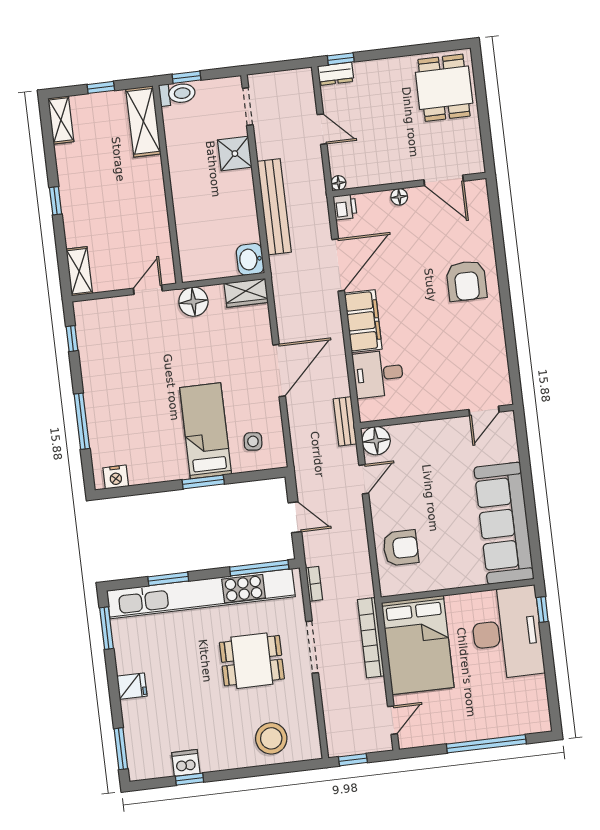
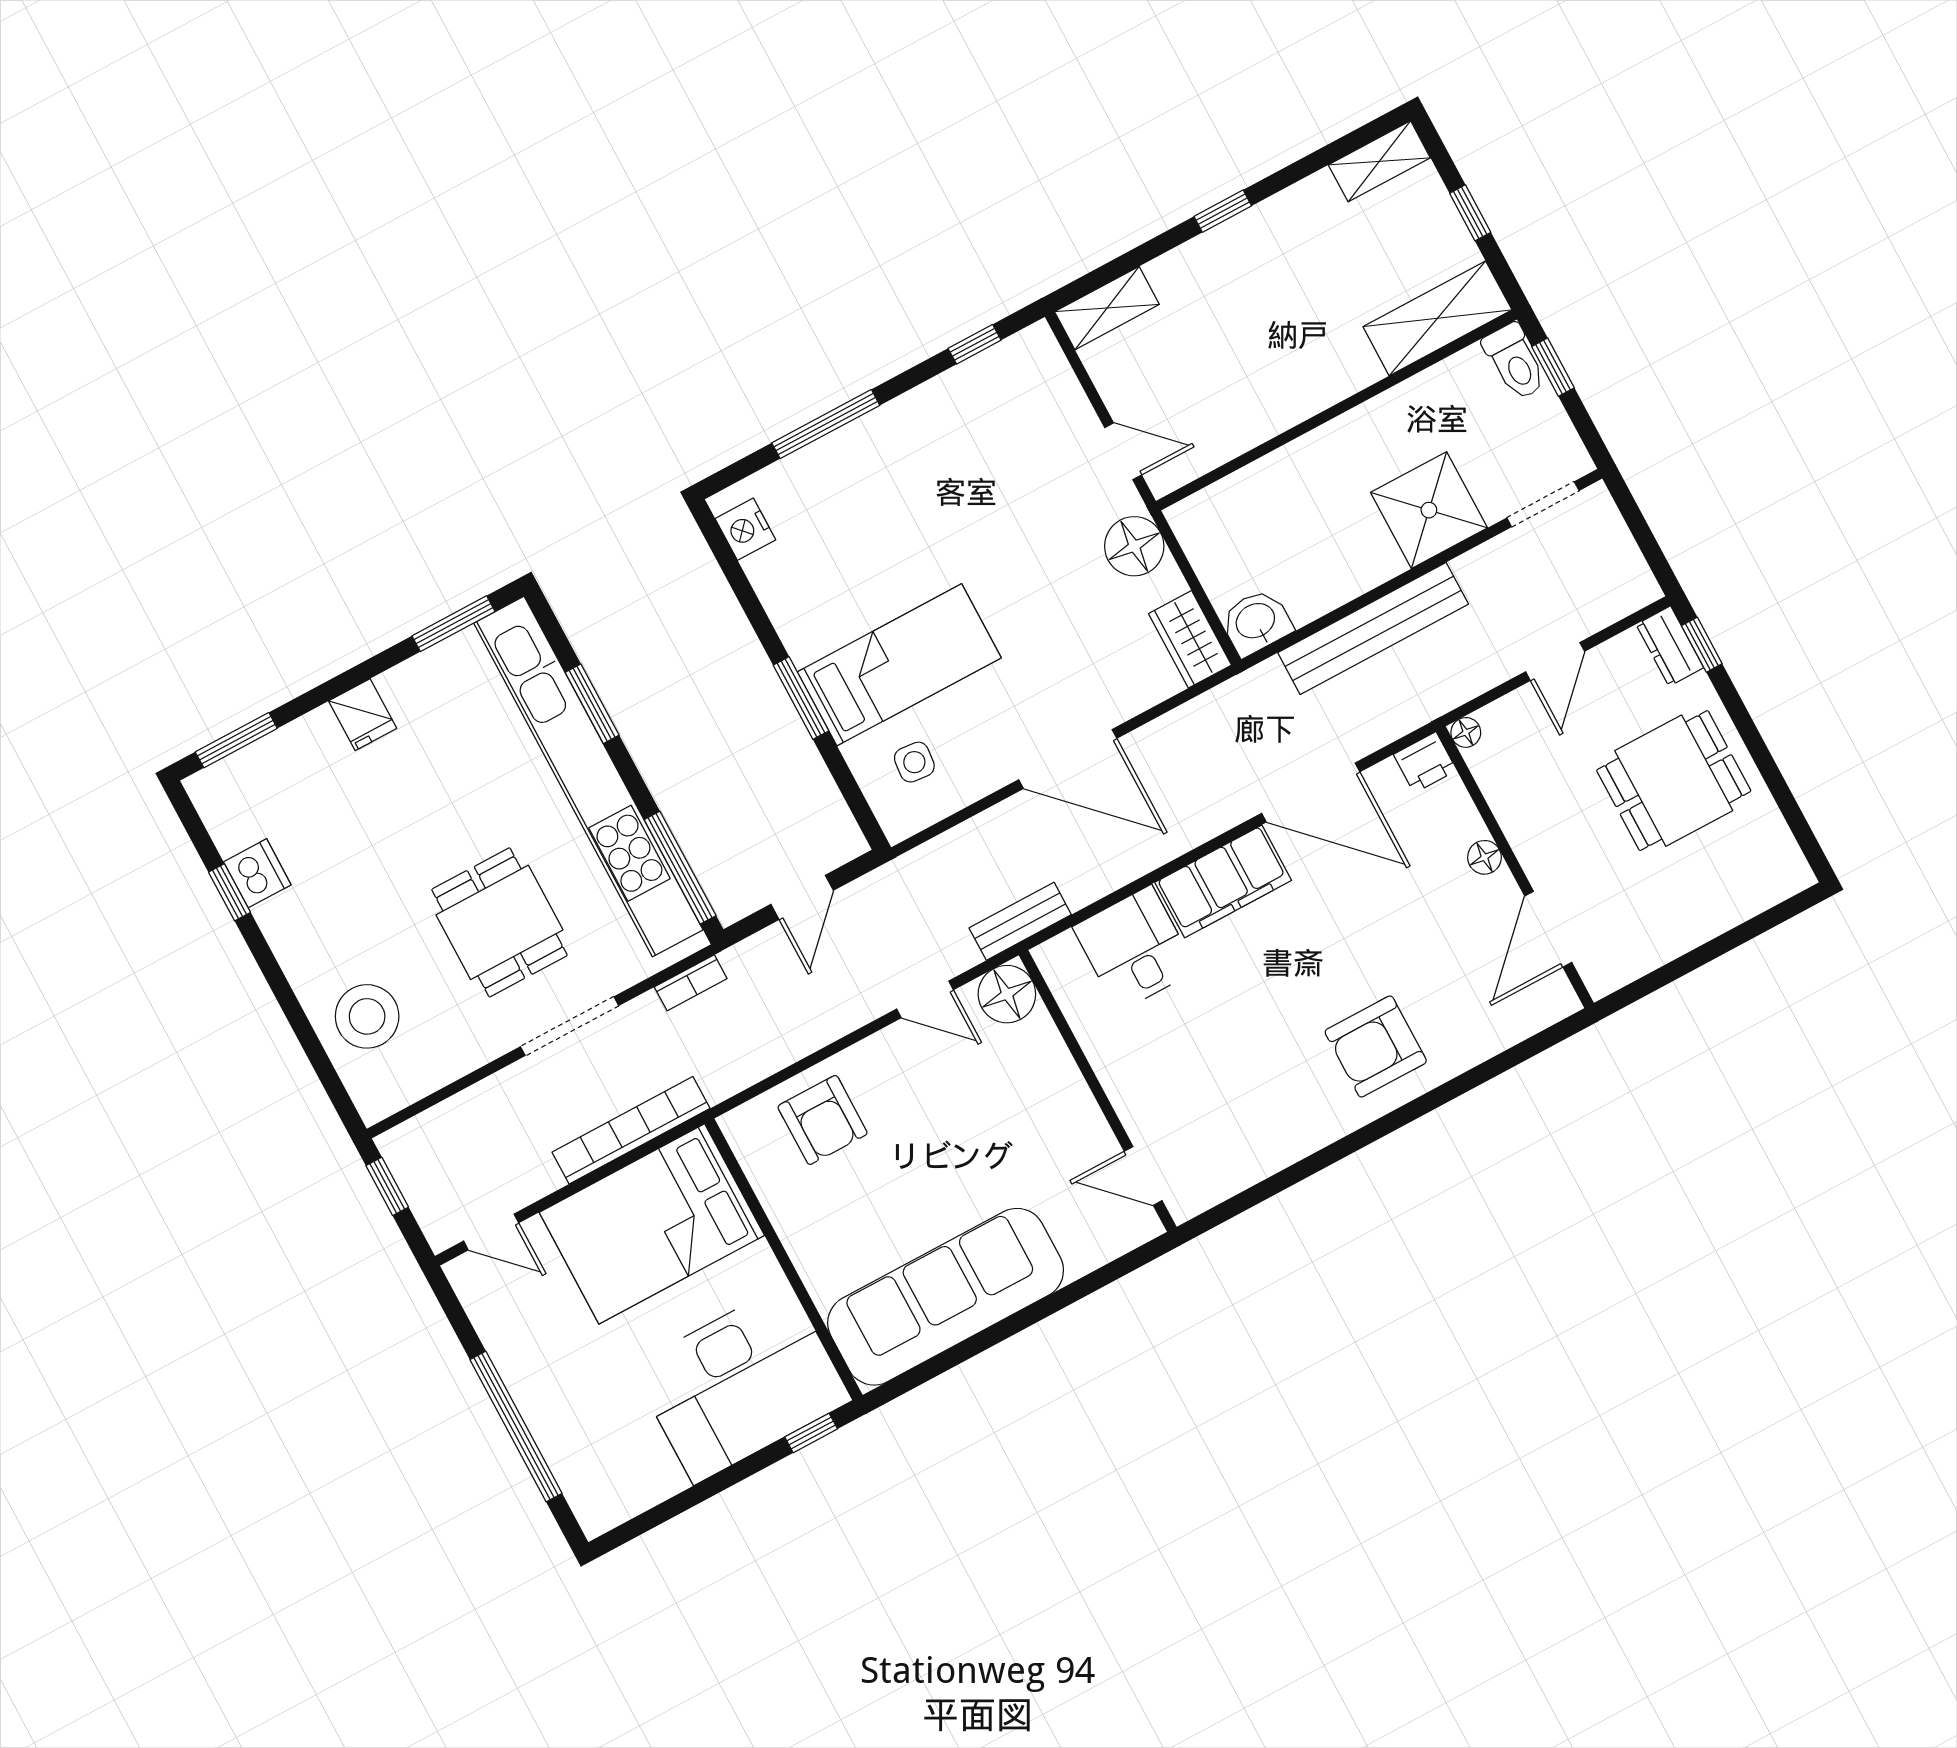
dining table: (444, 88) -> (1674, 781), moved
shower: (235, 154) -> (1429, 510), width x1.36, depth x1.36

